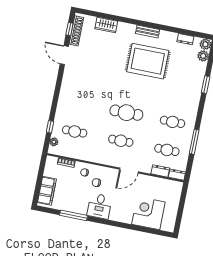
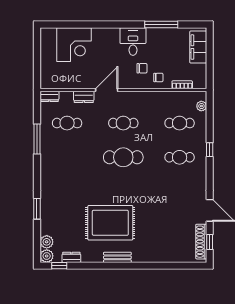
wardrobe: (106, 25) -> (167, 255), removed
window: (197, 34) -> (59, 266), added
cafe table: (173, 122) -> (180, 157), moved
window: (50, 127) -> (210, 150), moved
dresser: (160, 171) -> (84, 97), moved

